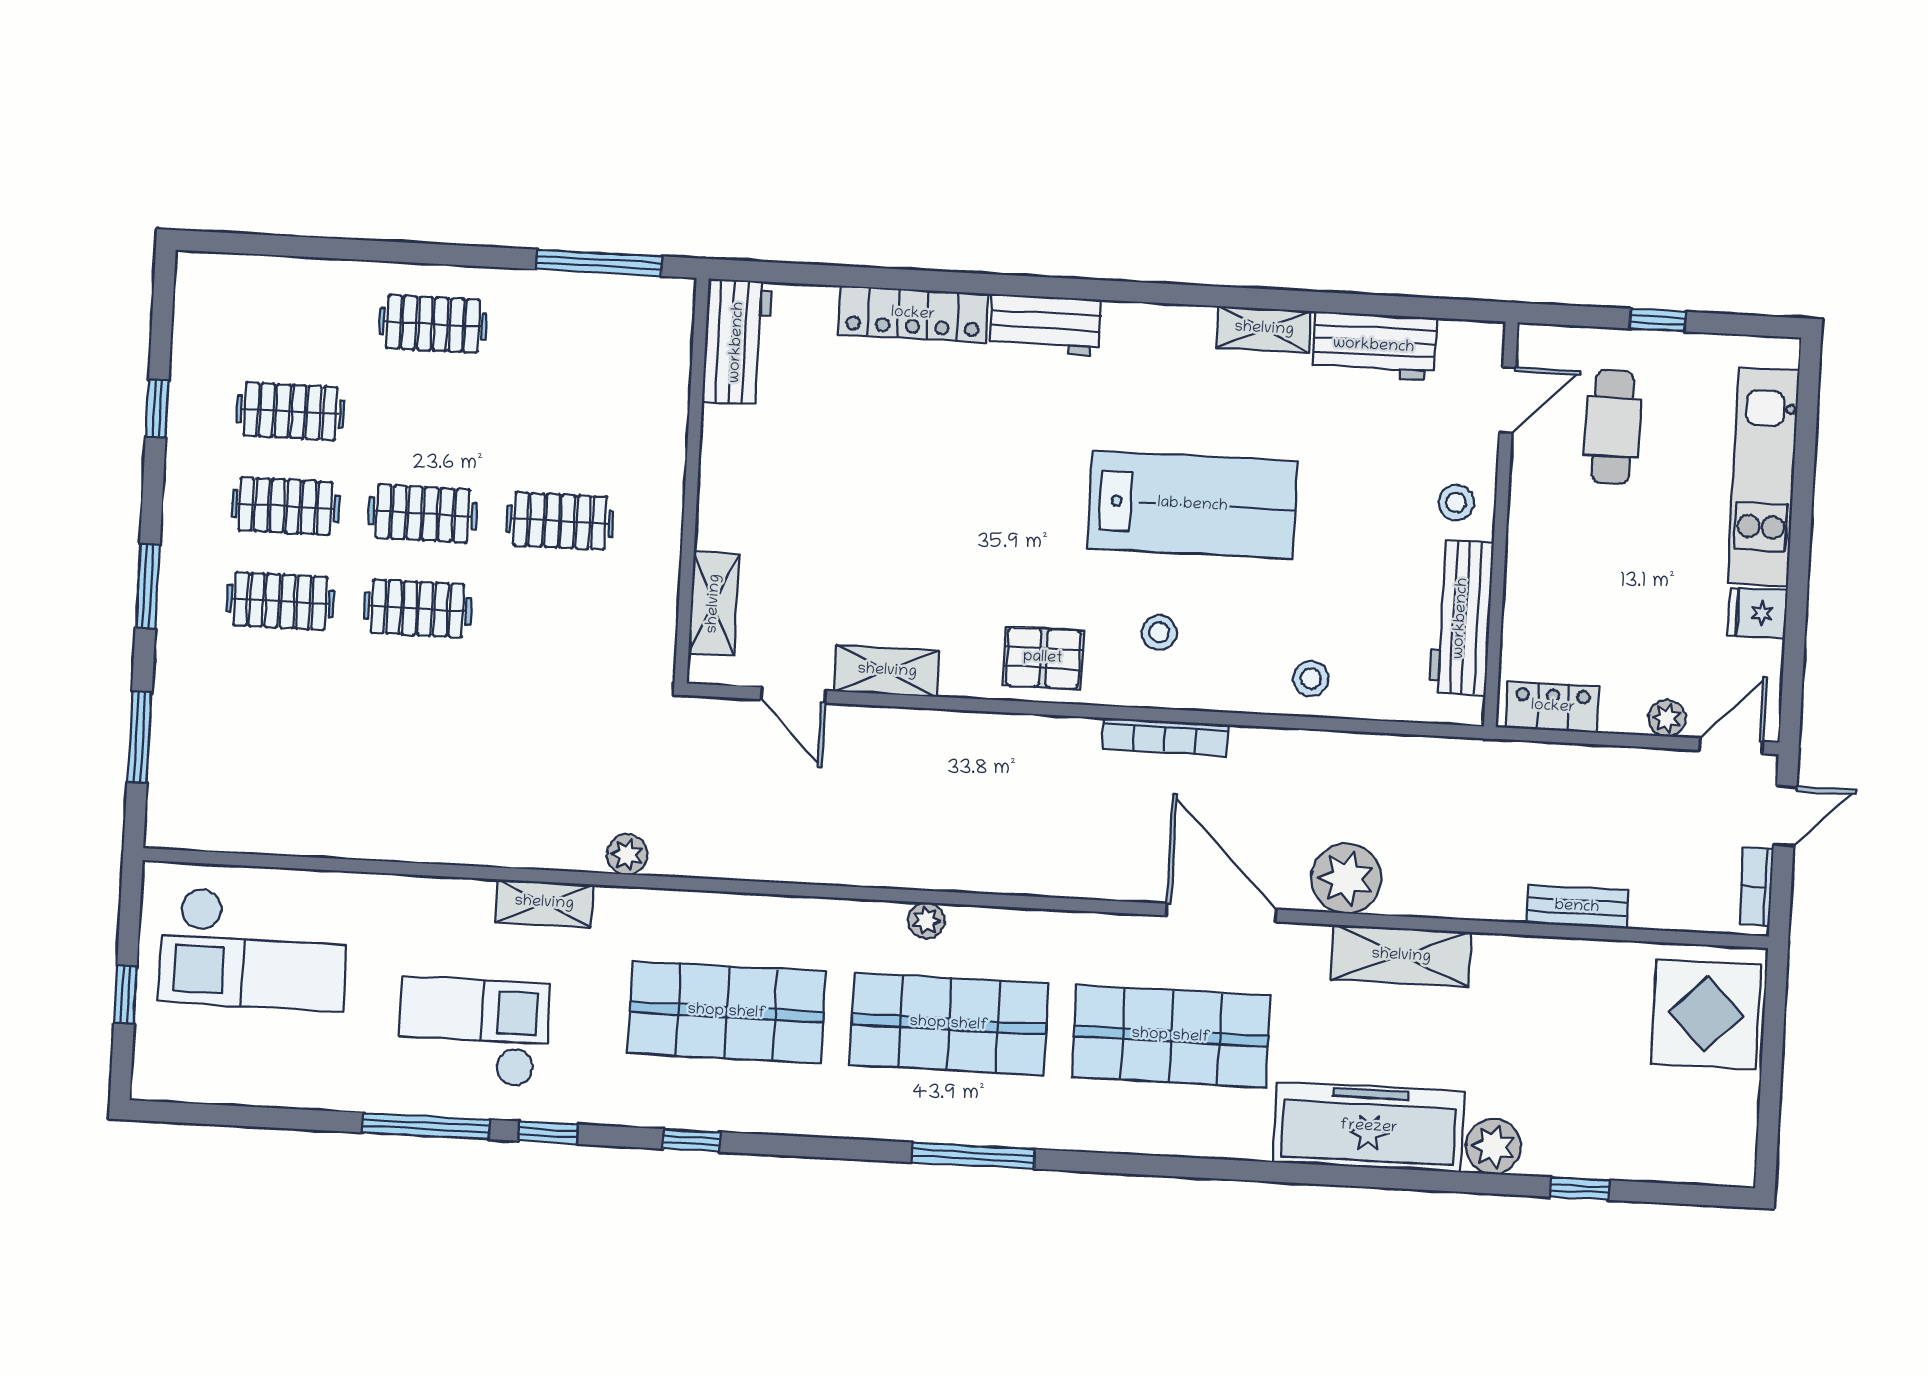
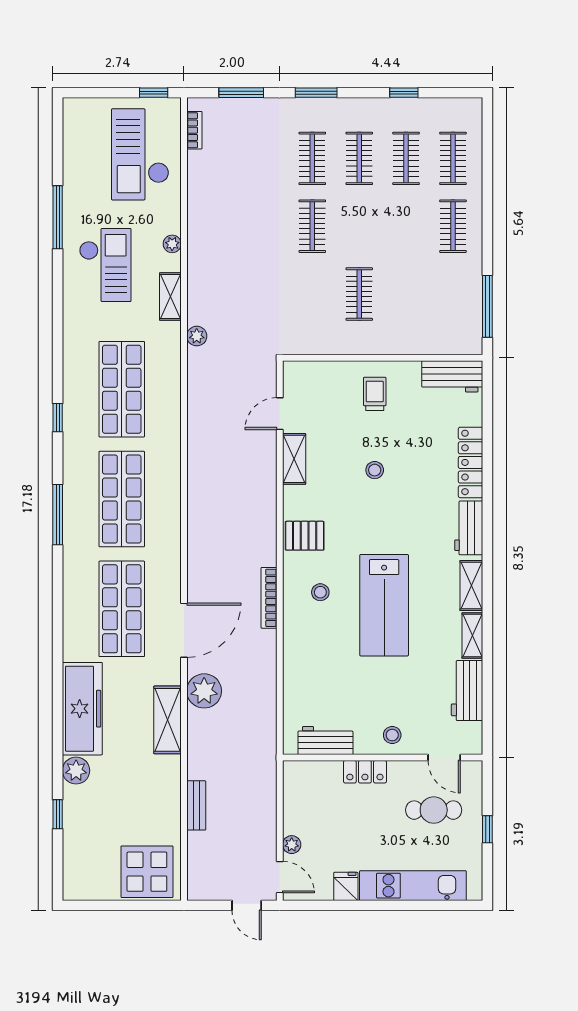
trolley: (764, 501) -> (375, 394), added
clothes rail: (423, 514) -> (453, 158), moved
shelving: (714, 604) -> (471, 586), moved, turned 90
workbench: (1461, 618) -> (325, 741), width x0.73
pallet: (1043, 658) -> (305, 536), turned 90
stool: (1311, 678) -> (375, 470), moved
locker: (1553, 707) -> (365, 772), moved, turned 90
bookcase: (1756, 887) -> (194, 130), moved, turned 90
plant: (926, 920) -> (172, 244), moved
window: (125, 995) -> (154, 93), moved
window: (426, 1126) -> (58, 217), moved
window: (548, 1133) -> (58, 304), removed
window: (691, 1140) -> (58, 418), moved

